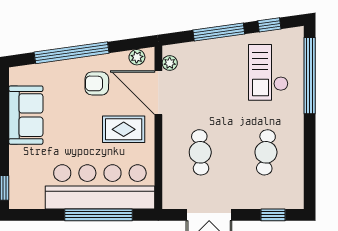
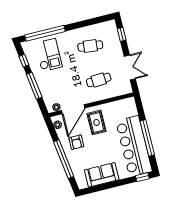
checkout: (268, 72) -> (49, 55), turned -90
bar counter: (100, 187) -> (134, 146), moved
window: (98, 215) -> (147, 138), moved

